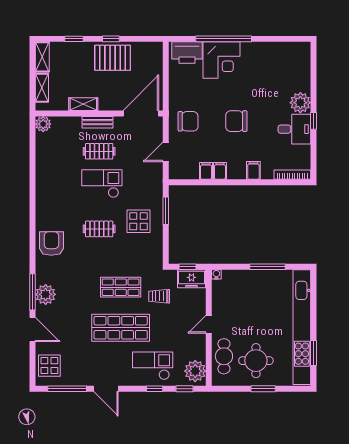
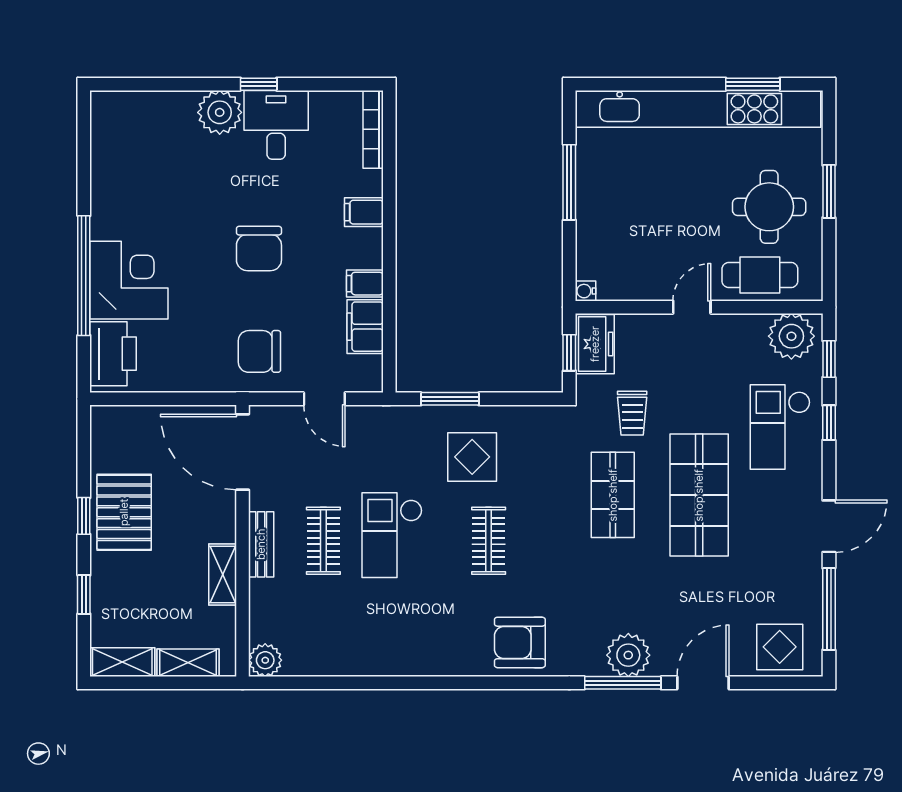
chair: (188, 121) -> (259, 351), turned -90
filing cabinet: (206, 171) -> (365, 327), width x2.00
door: (209, 324) -> (692, 307), swing flipped

